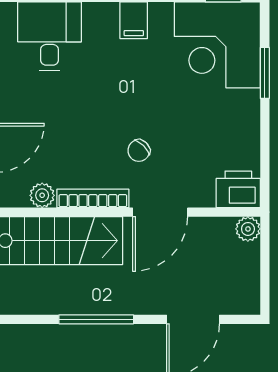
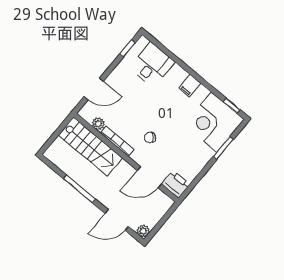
door: (160, 212) -> (149, 177), moved
plant: (248, 229) -> (143, 231), moved

